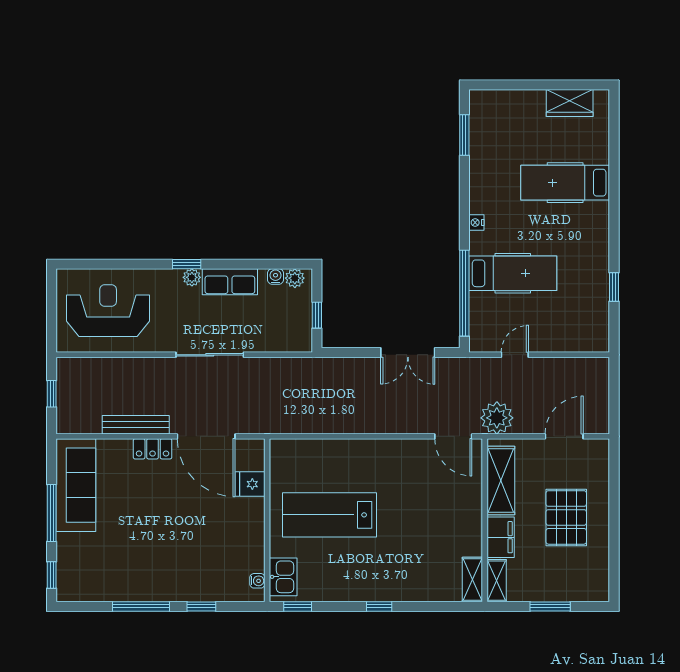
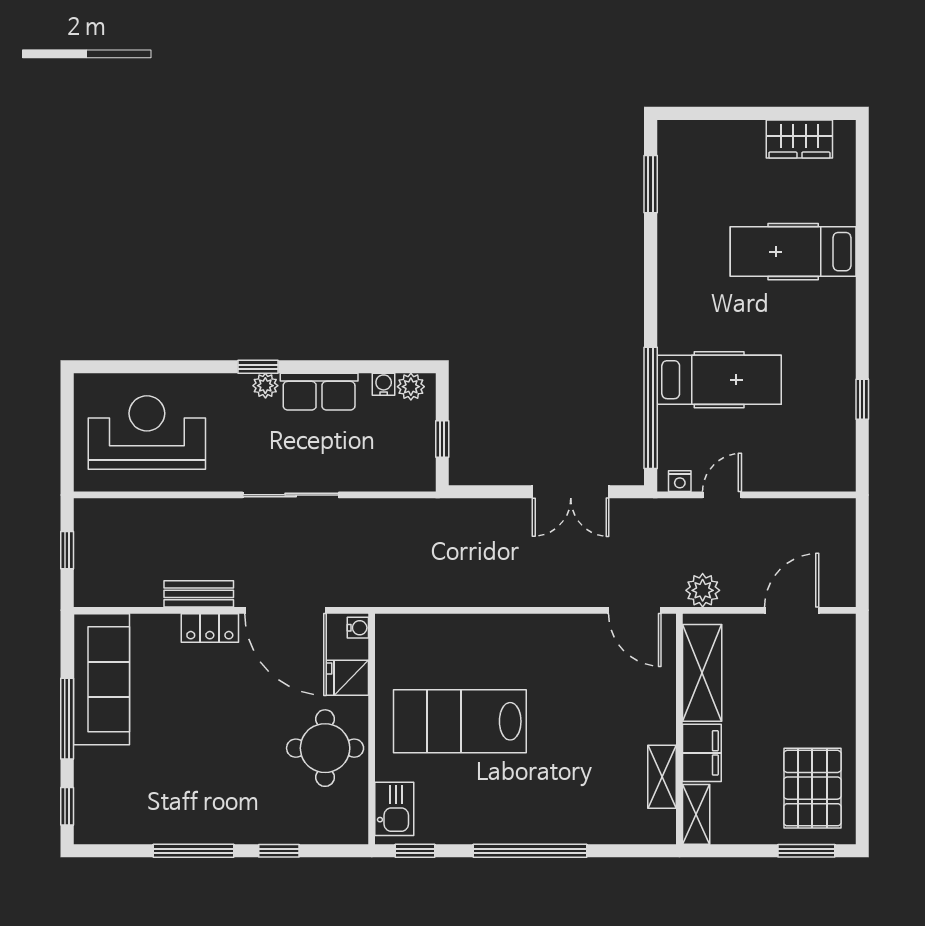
nightstand: (476, 223) -> (680, 481), moved, turned -90
plant: (497, 418) -> (703, 590), width x0.73, depth x0.73
bench: (136, 425) -> (199, 594), width x0.73
pallet: (566, 517) -> (812, 788), moved
round table: (234, 534) -> (325, 748), added
shelving: (472, 580) -> (662, 777), moved
water cooler: (257, 581) -> (358, 628), moved
window: (379, 606) -> (530, 851), width x3.17
window: (550, 606) -> (806, 851), moved

